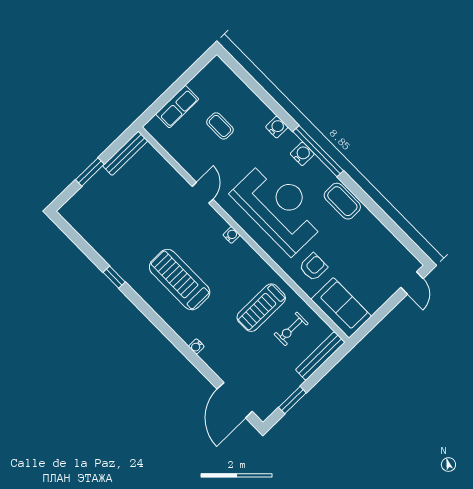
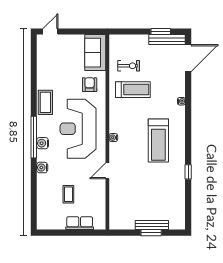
bench: (125, 153) -> (152, 225), moved
armchair: (313, 267) -> (90, 85), turned 90
bench: (320, 356) -> (167, 40), moved

